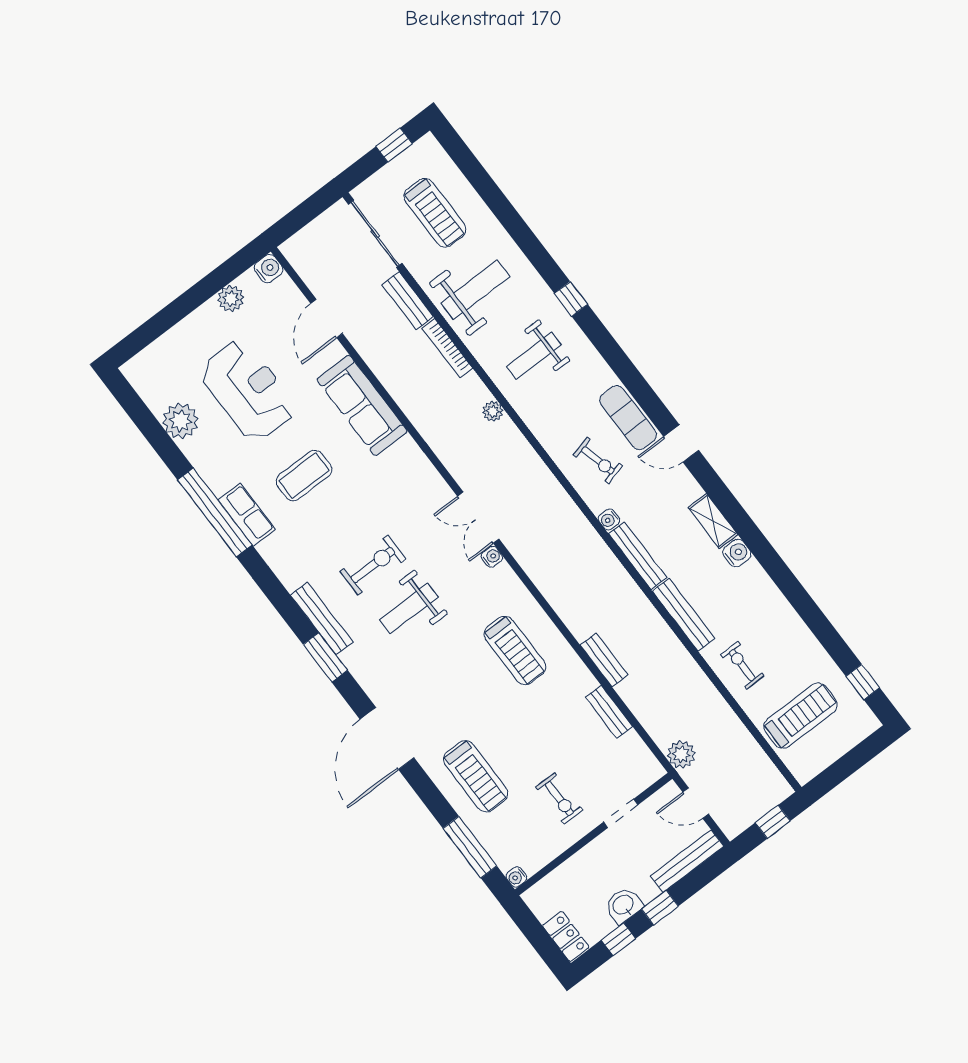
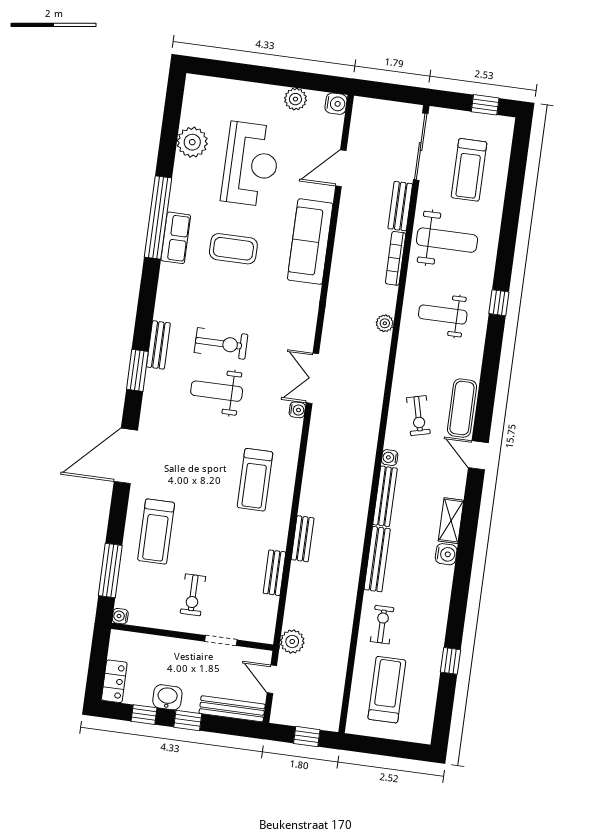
bench: (322, 619) -> (158, 345), width x0.73
window: (863, 682) -> (450, 661), moved
treadmill: (801, 716) -> (387, 690), turned -90

